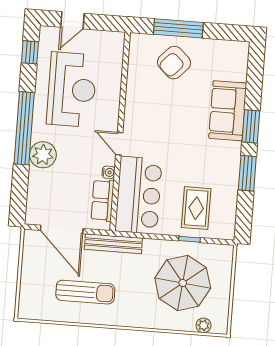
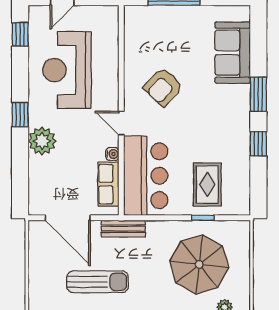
armchair: (174, 63) -> (163, 87), moved
reception desk: (72, 90) -> (67, 70), turned 180
sofa: (228, 111) -> (233, 53), moved
window: (24, 128) -> (20, 115), width x0.32
window: (247, 173) -> (258, 144), width x0.67
bench: (113, 244) -> (123, 229), width x0.73

